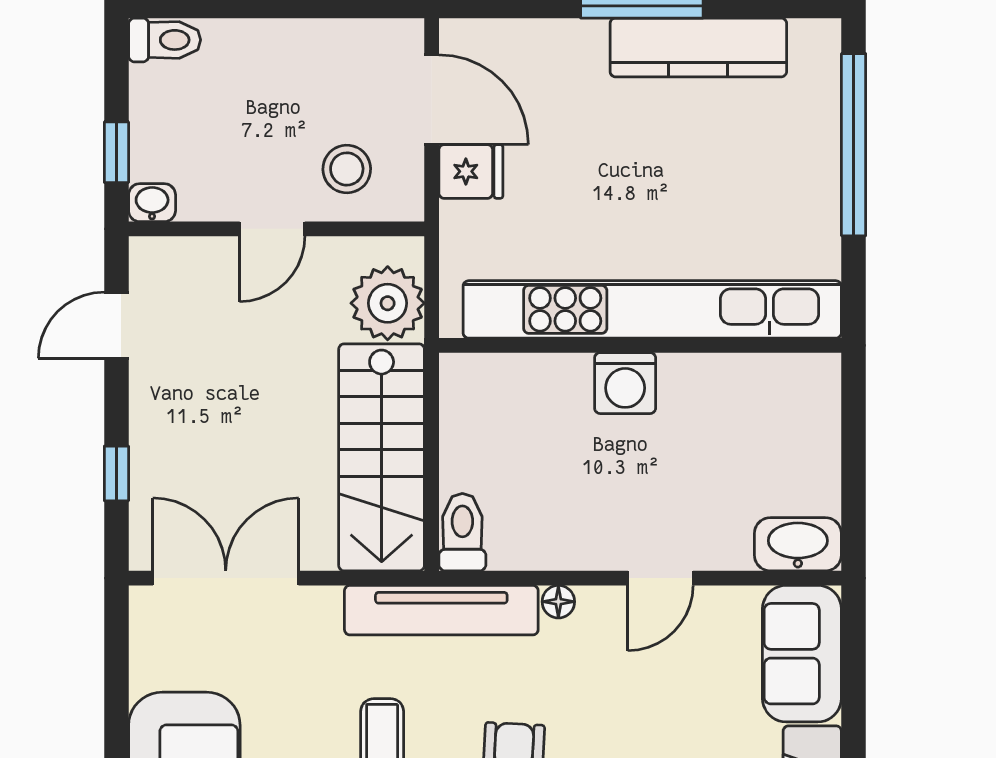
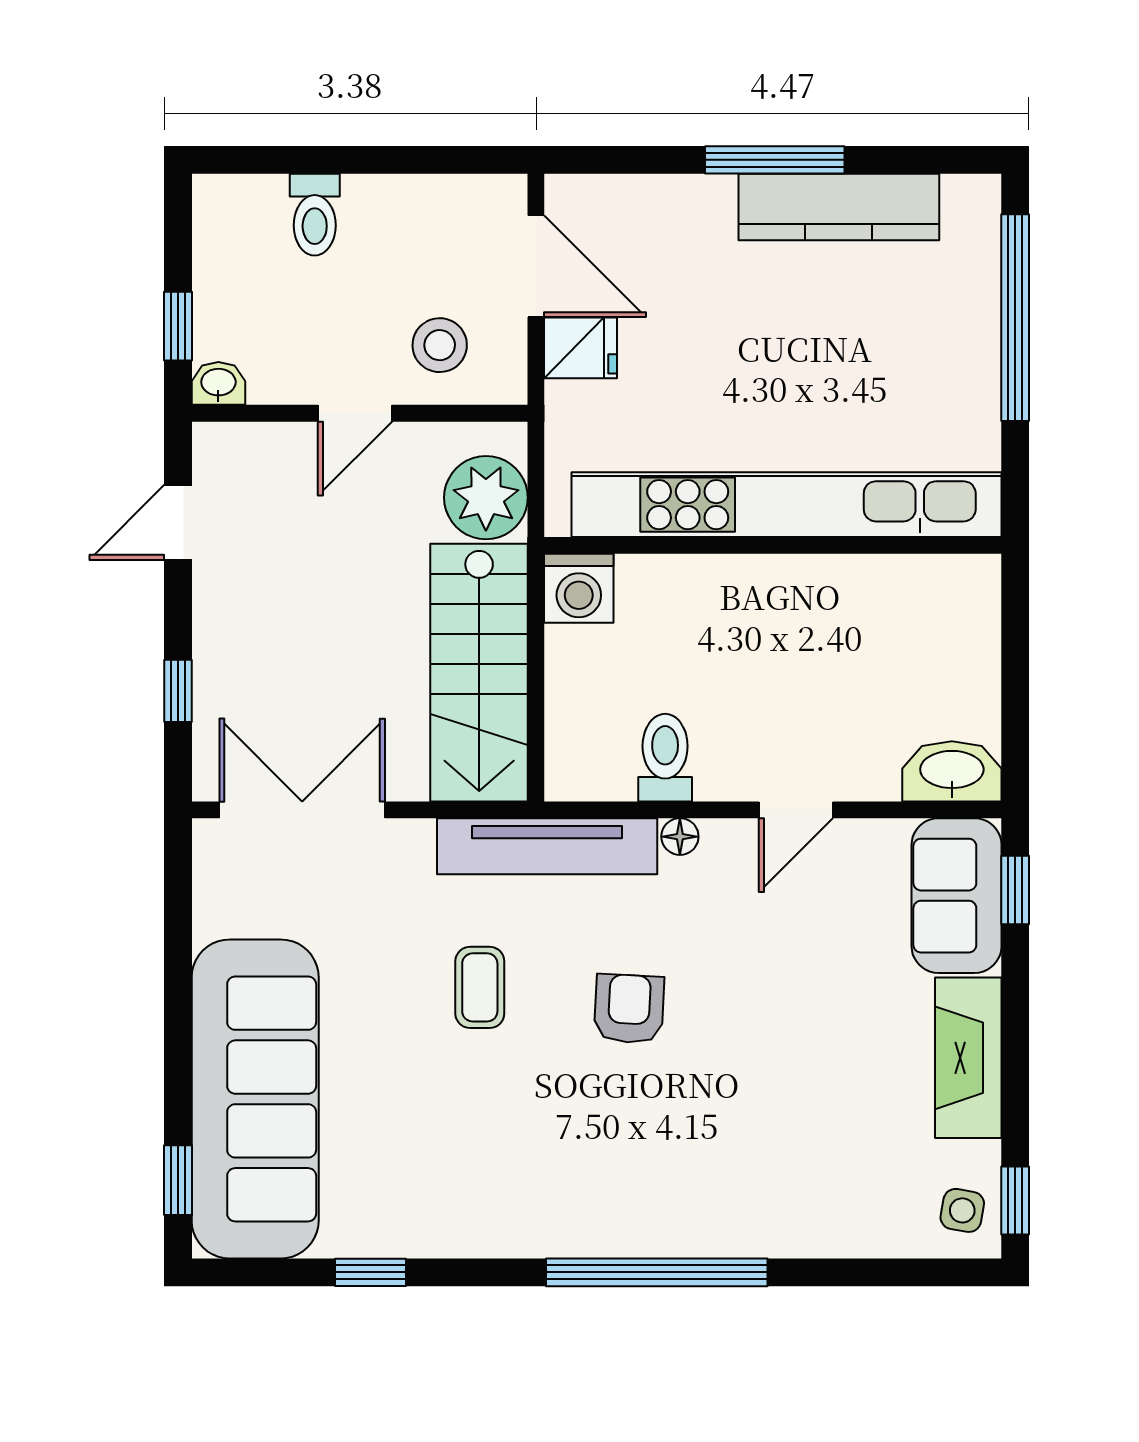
toilet: (165, 40) -> (315, 215), moved, turned 90
washing machine: (625, 383) -> (579, 588), moved
toilet: (462, 532) -> (665, 758), moved
window: (854, 649) -> (1015, 890), added

